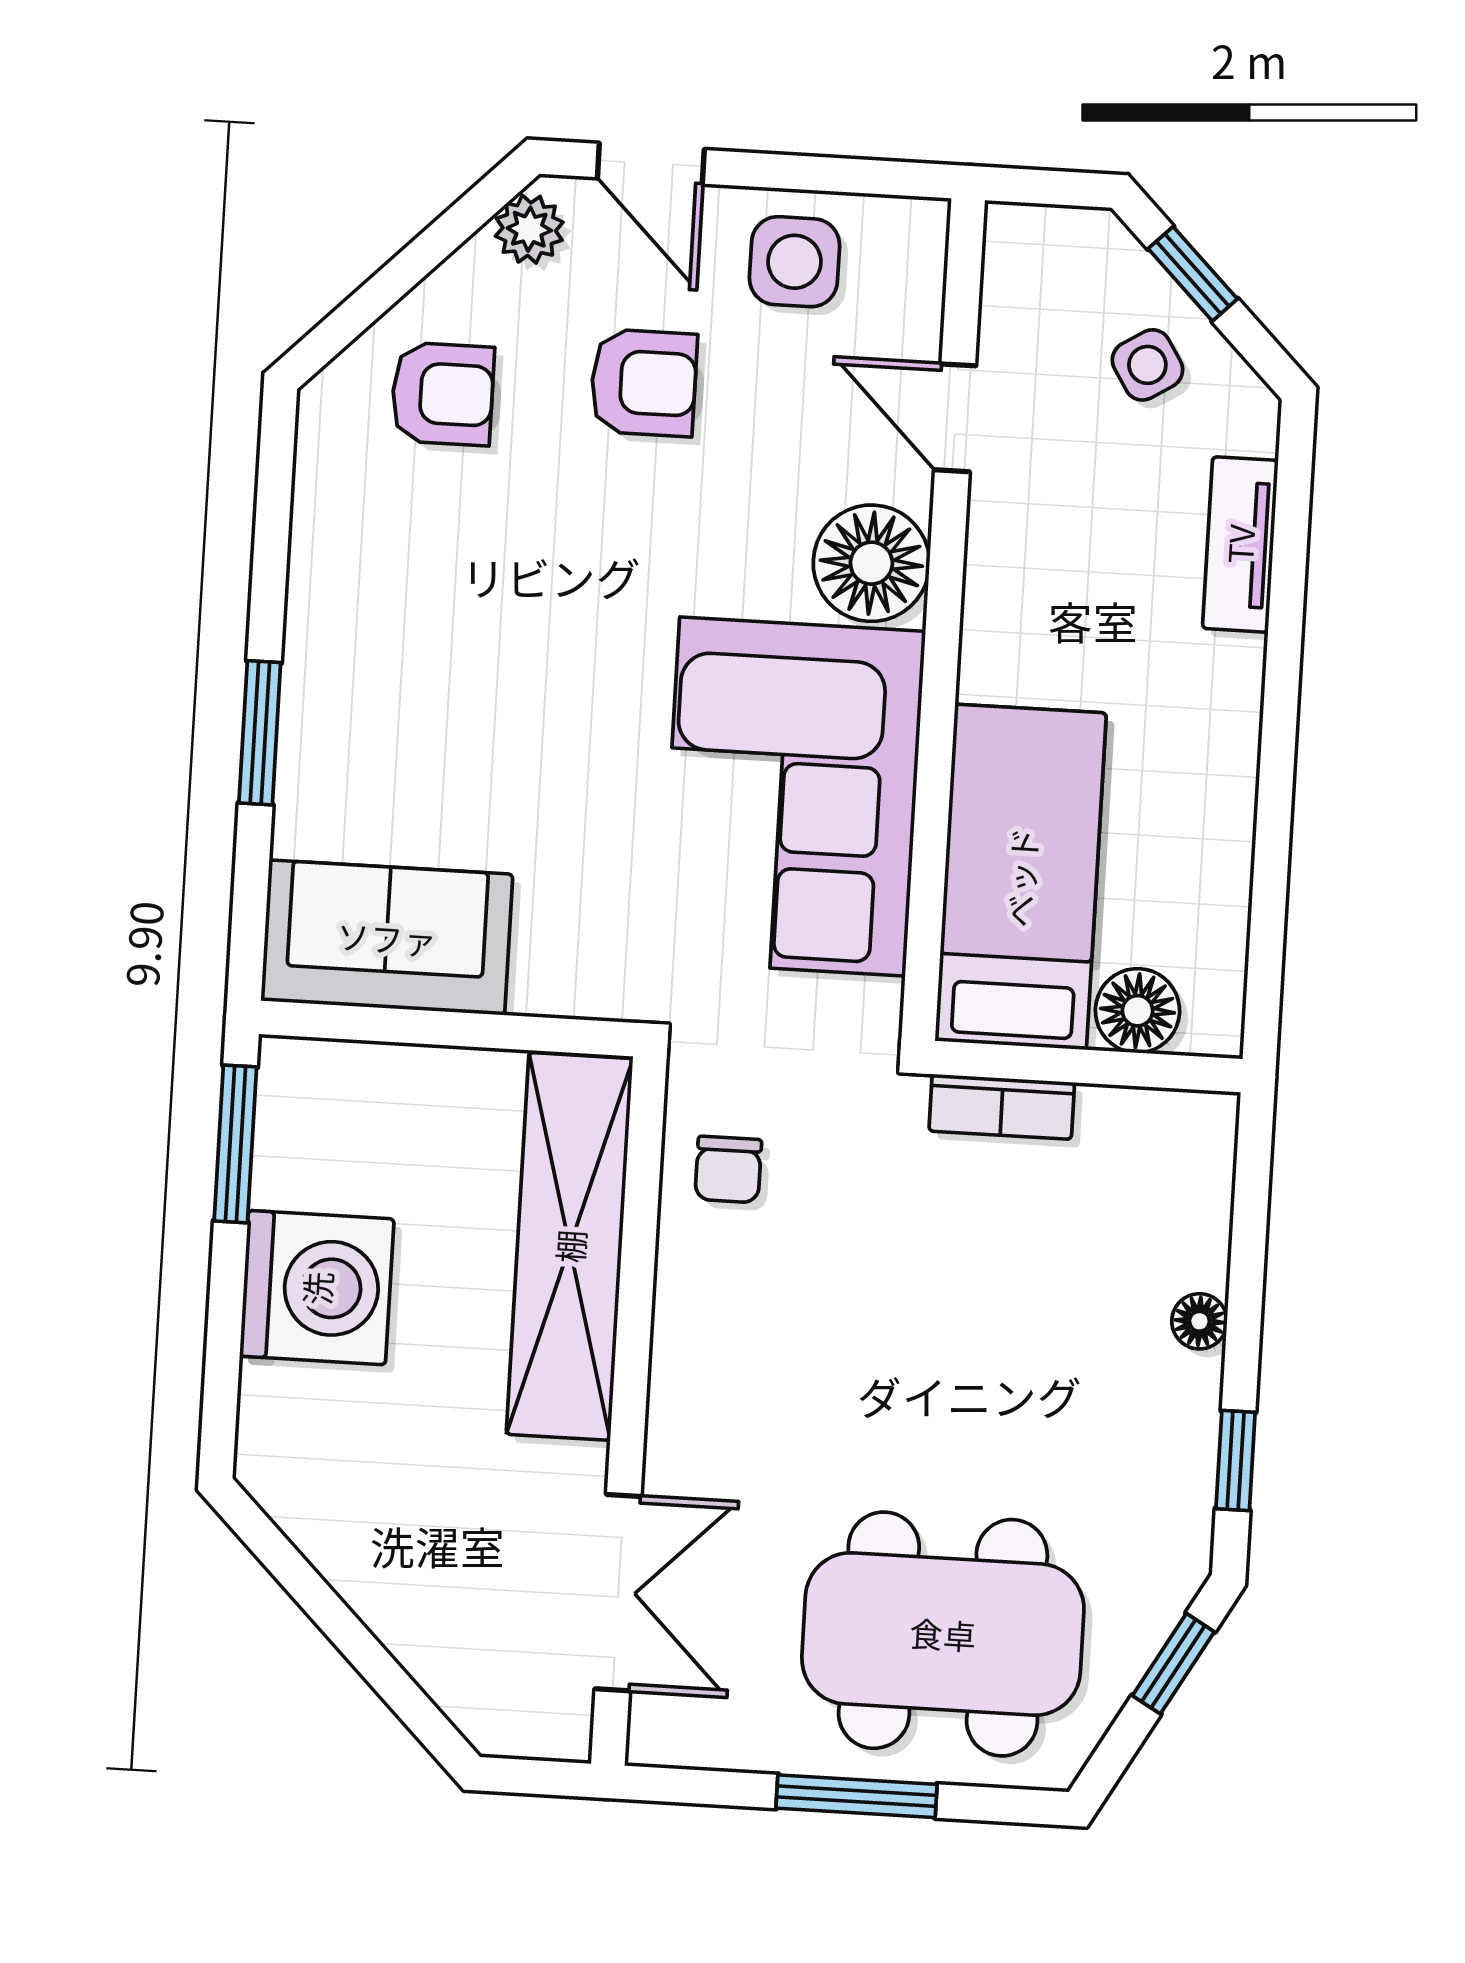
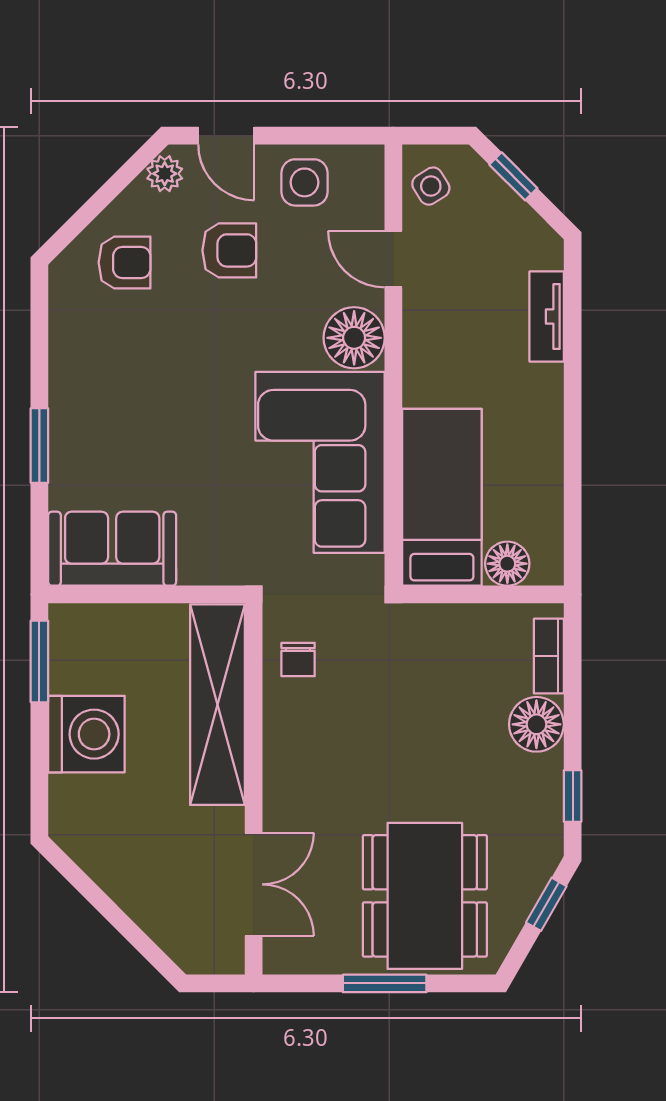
side table: (1147, 365) -> (431, 186), moved
bookcase: (1002, 1107) -> (549, 656), moved, turned 90
floor lamp: (1199, 1321) -> (536, 724), width x1.89, depth x1.89
dining table: (943, 1634) -> (425, 896), turned 90

